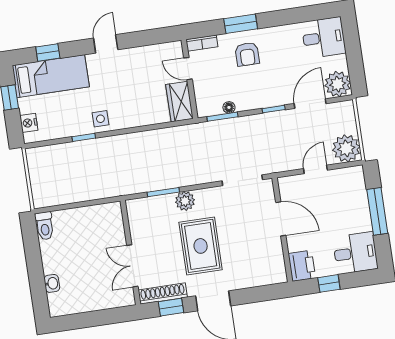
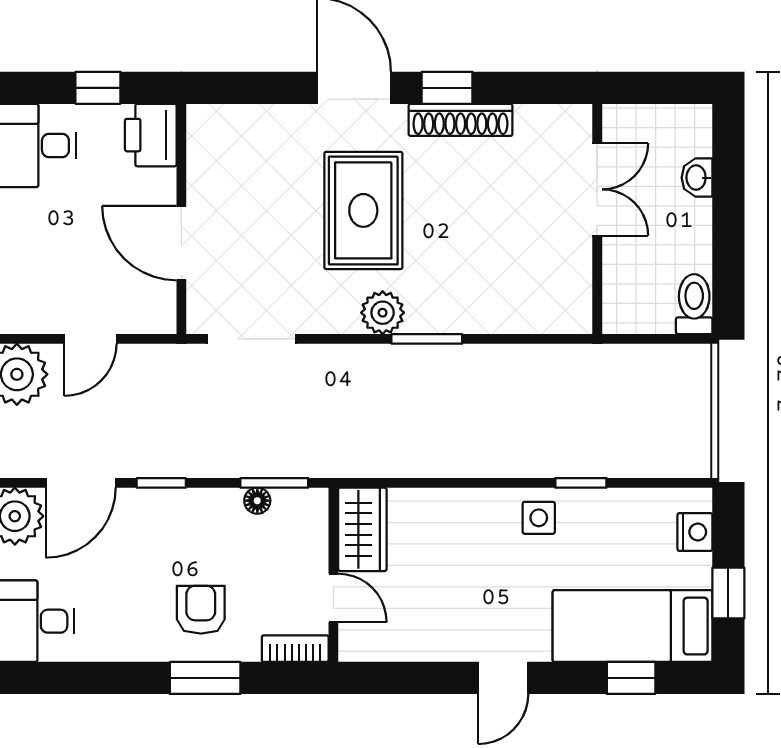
wall: (130, 252) -> (597, 219), moved
double door: (132, 266) -> (597, 189), moved

